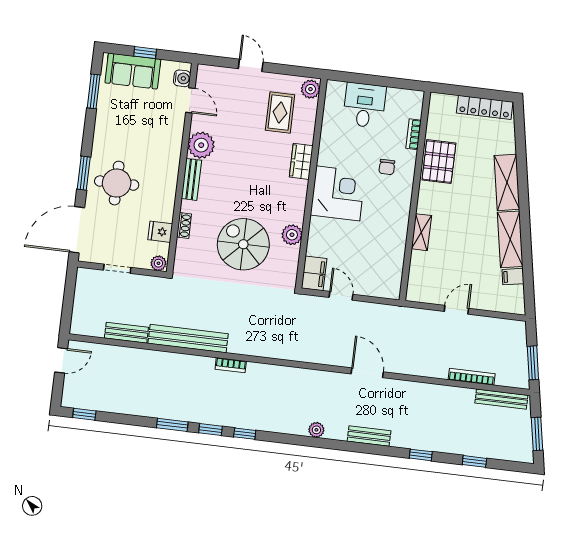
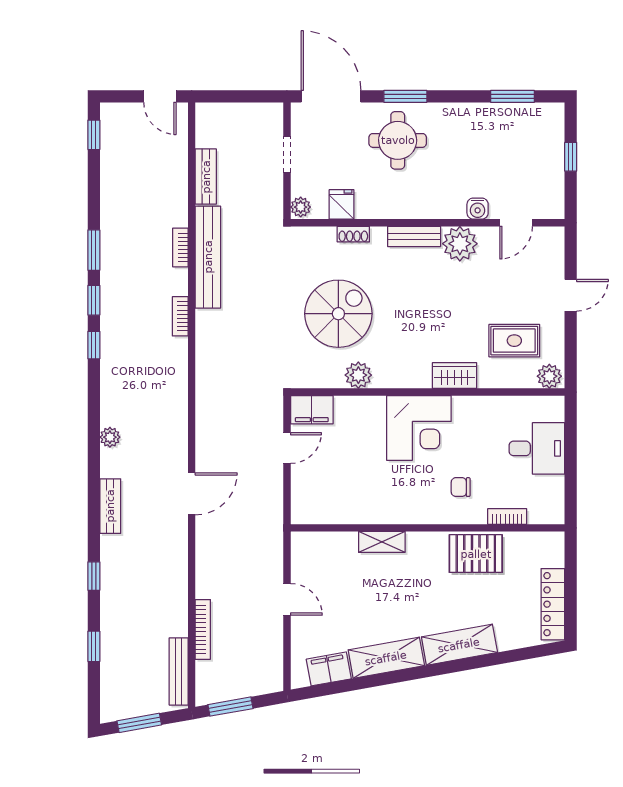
sofa: (133, 71) -> (545, 144), removed
water cooler: (182, 78) -> (478, 209), moved
filing cabinet: (513, 277) -> (329, 669), width x2.00
bookcase: (178, 359) -> (180, 248), added

